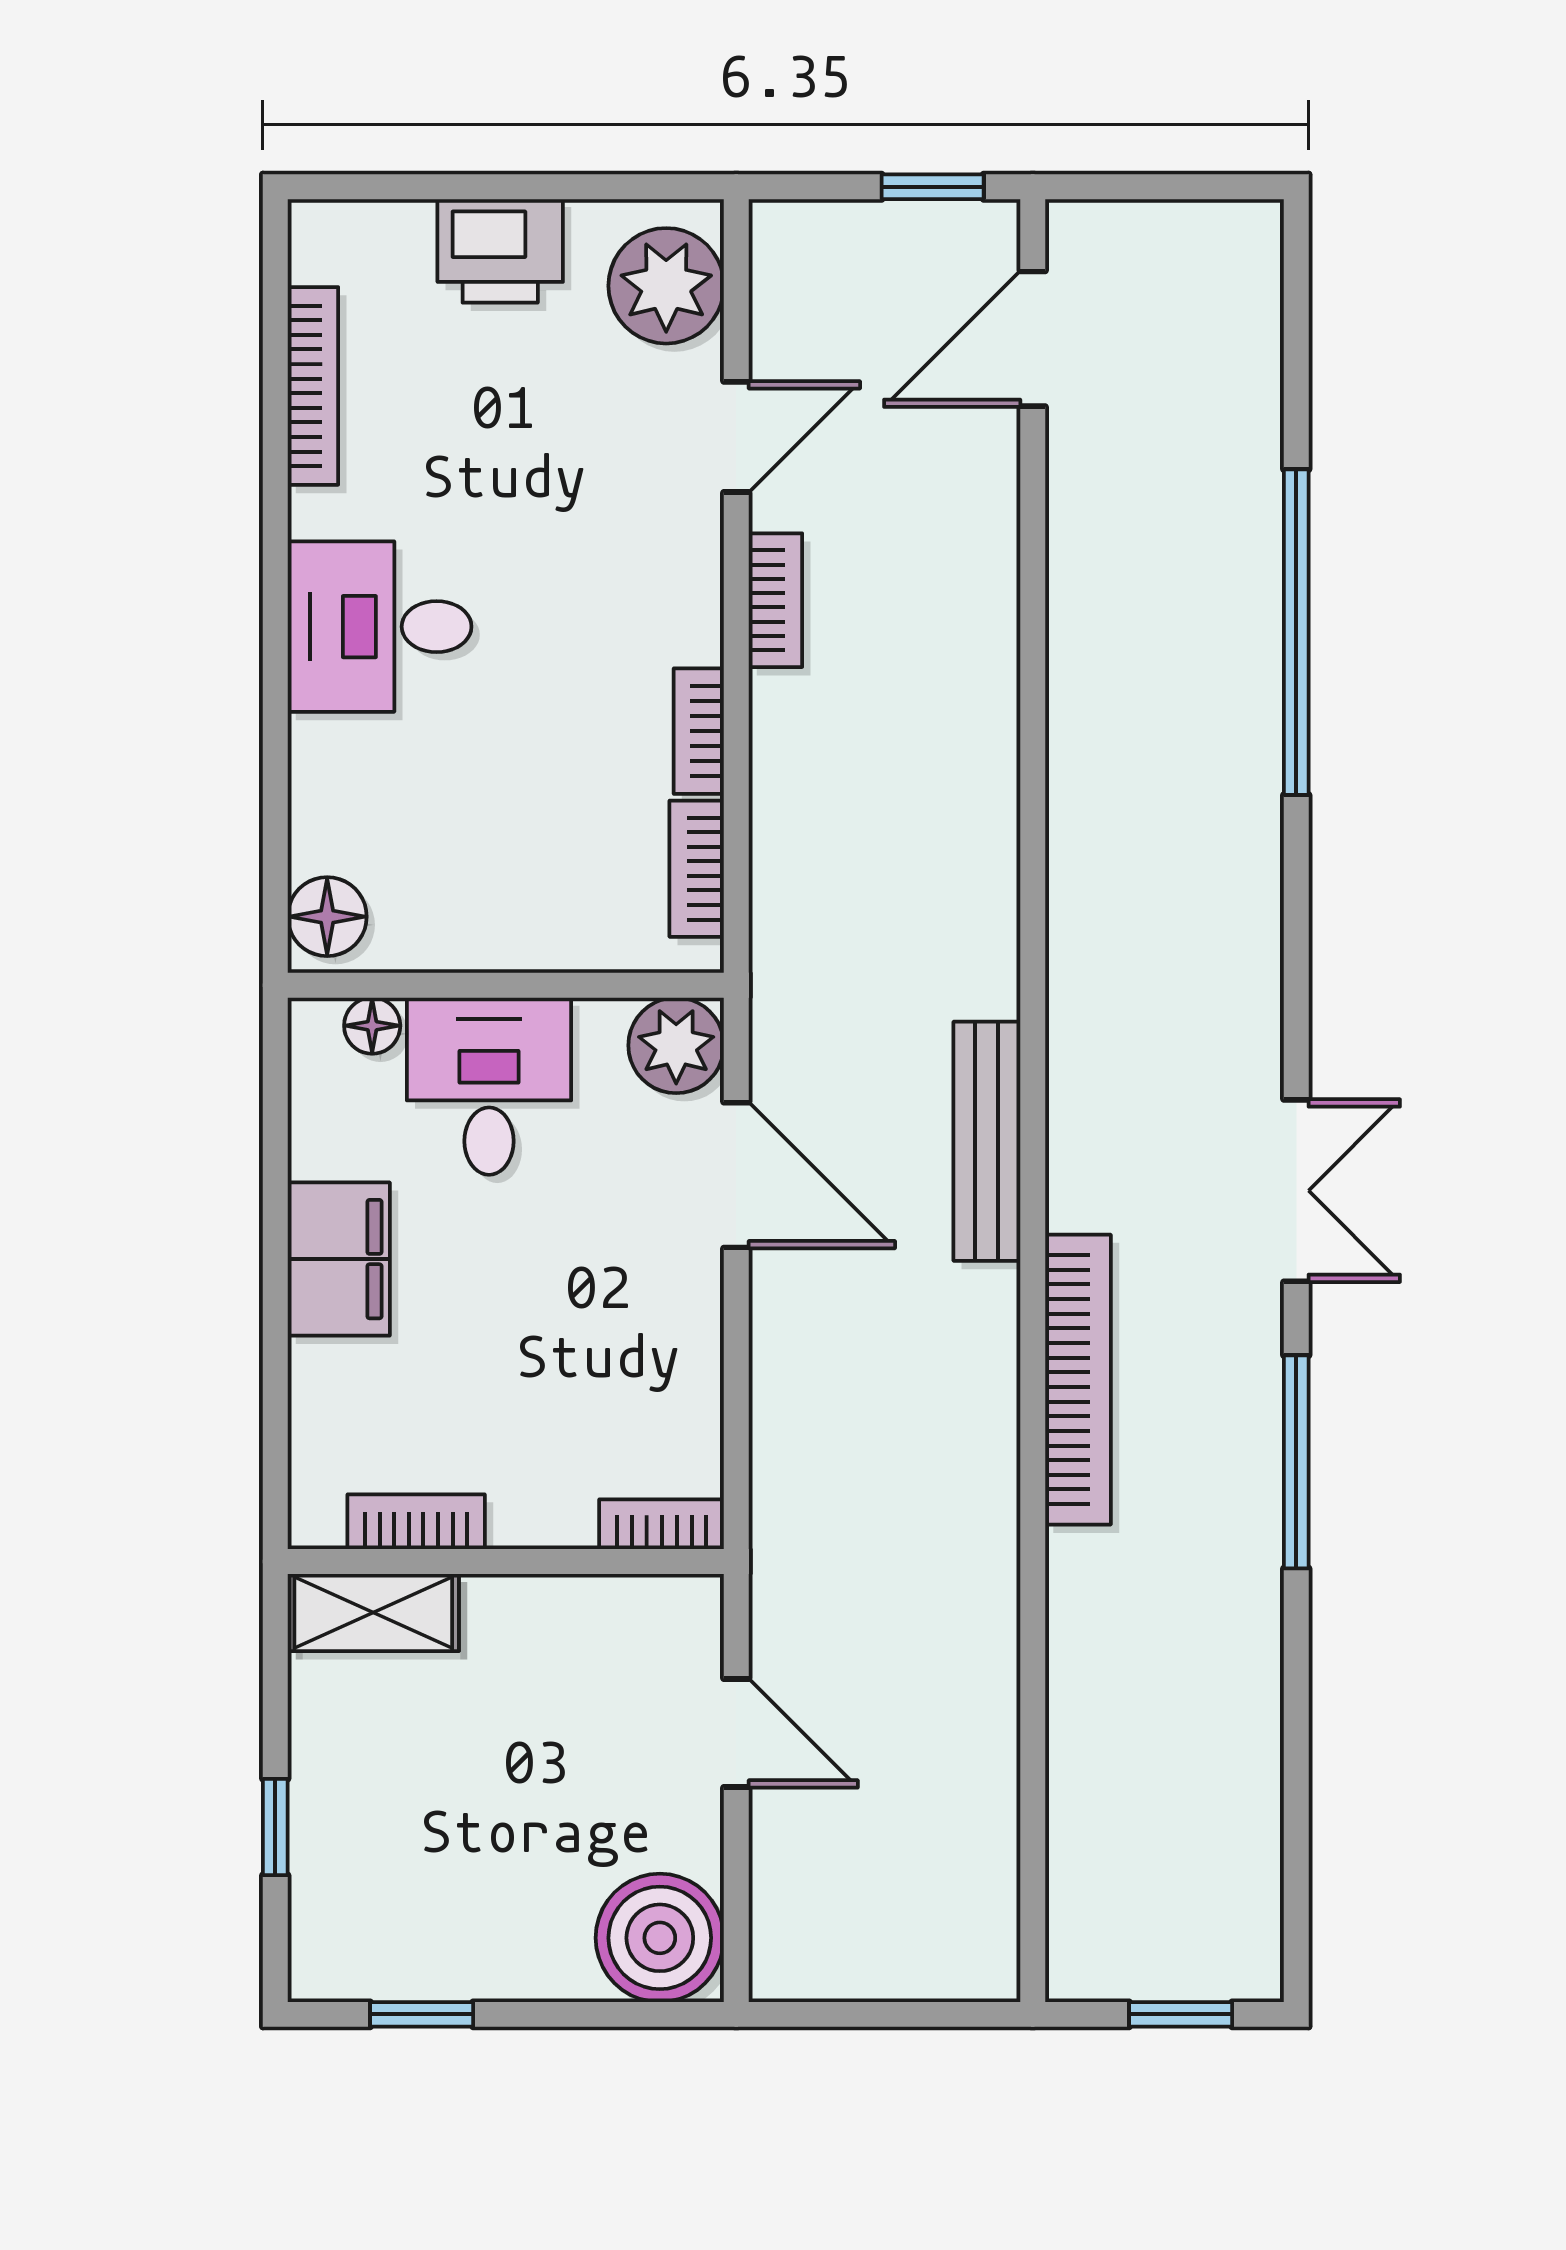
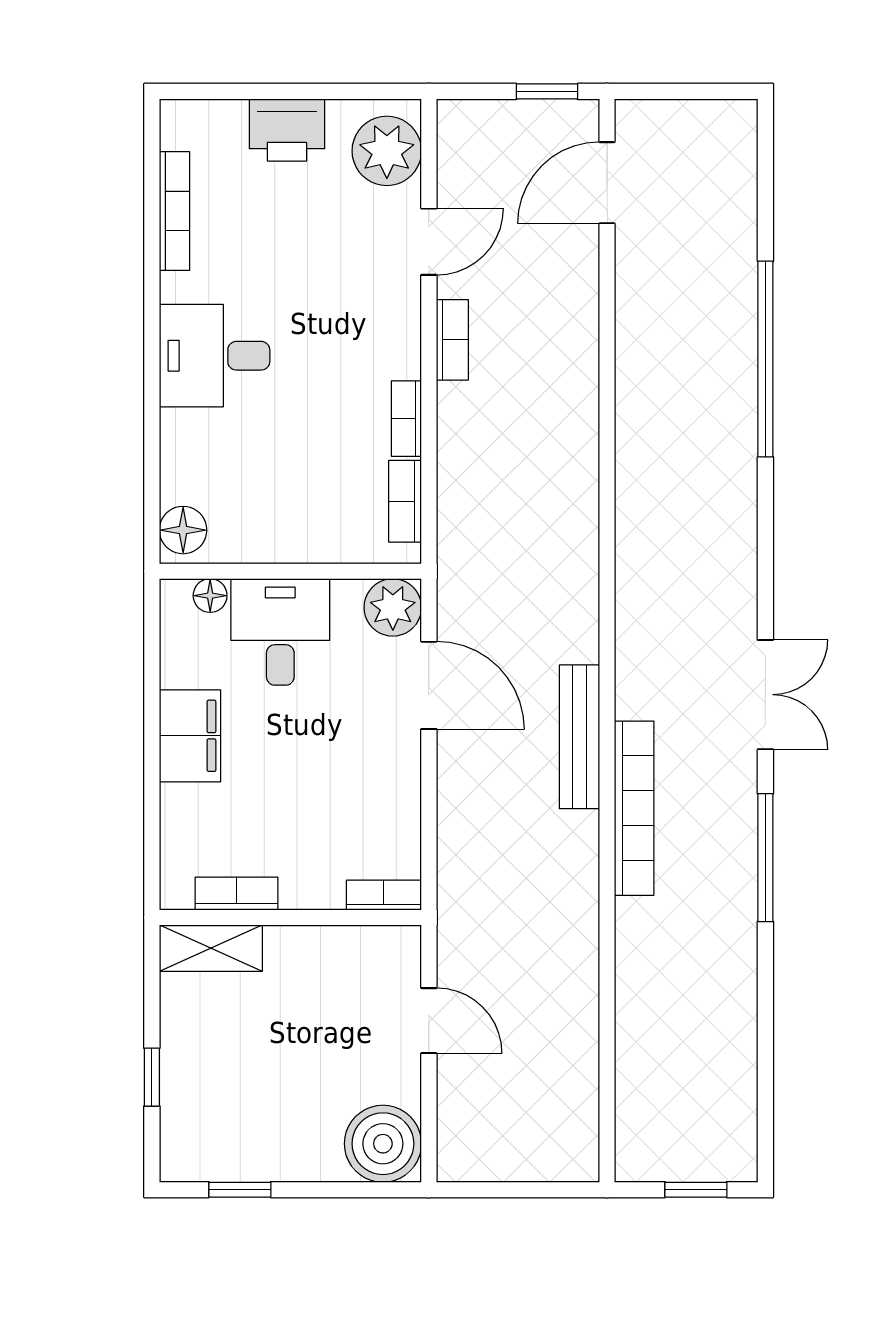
bench: (987, 1141) -> (579, 737), moved

